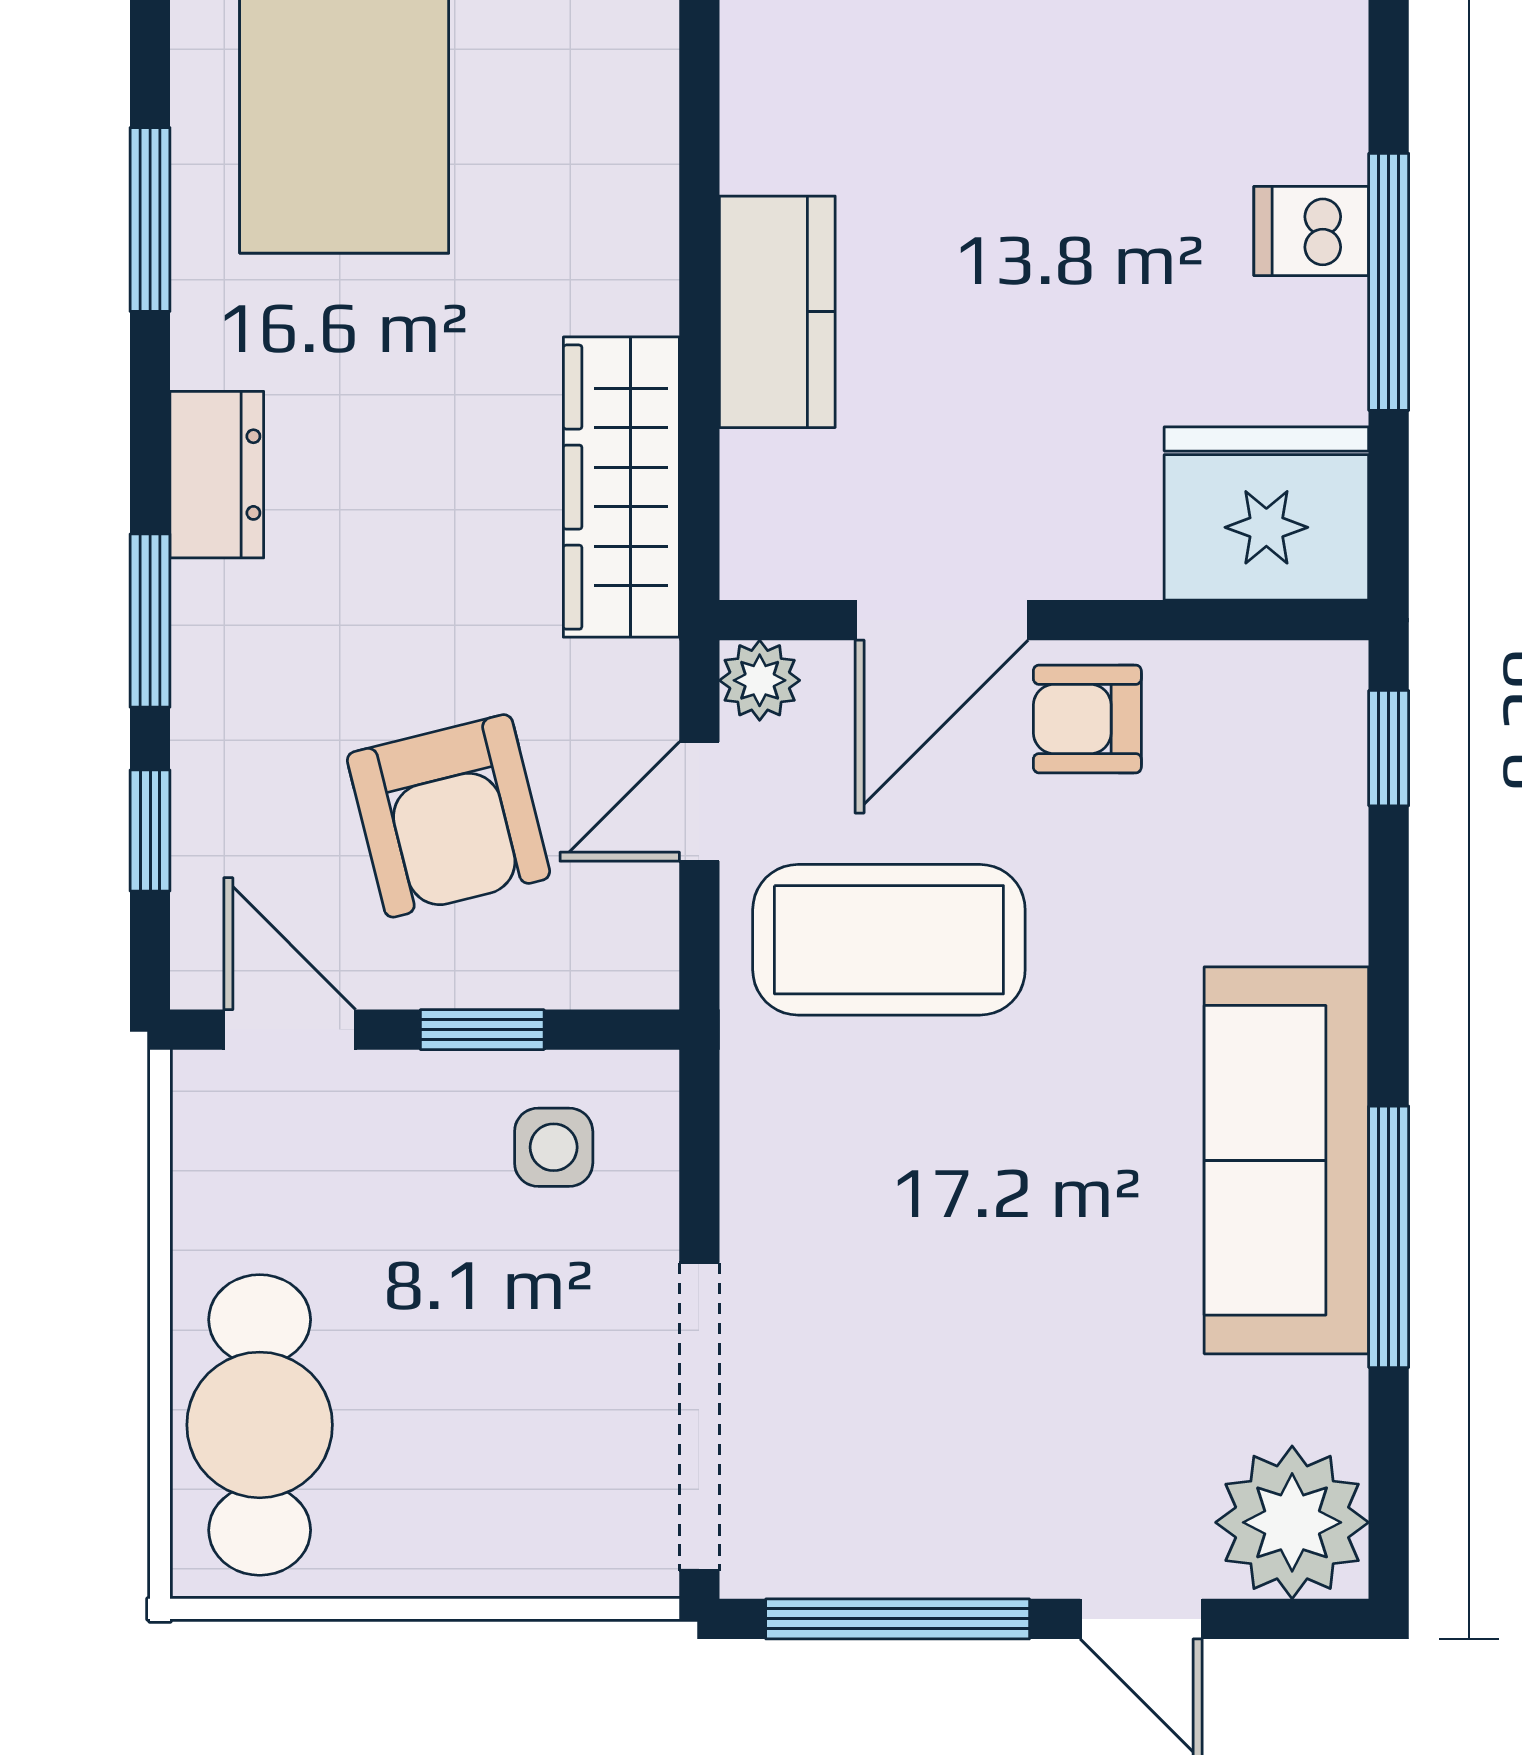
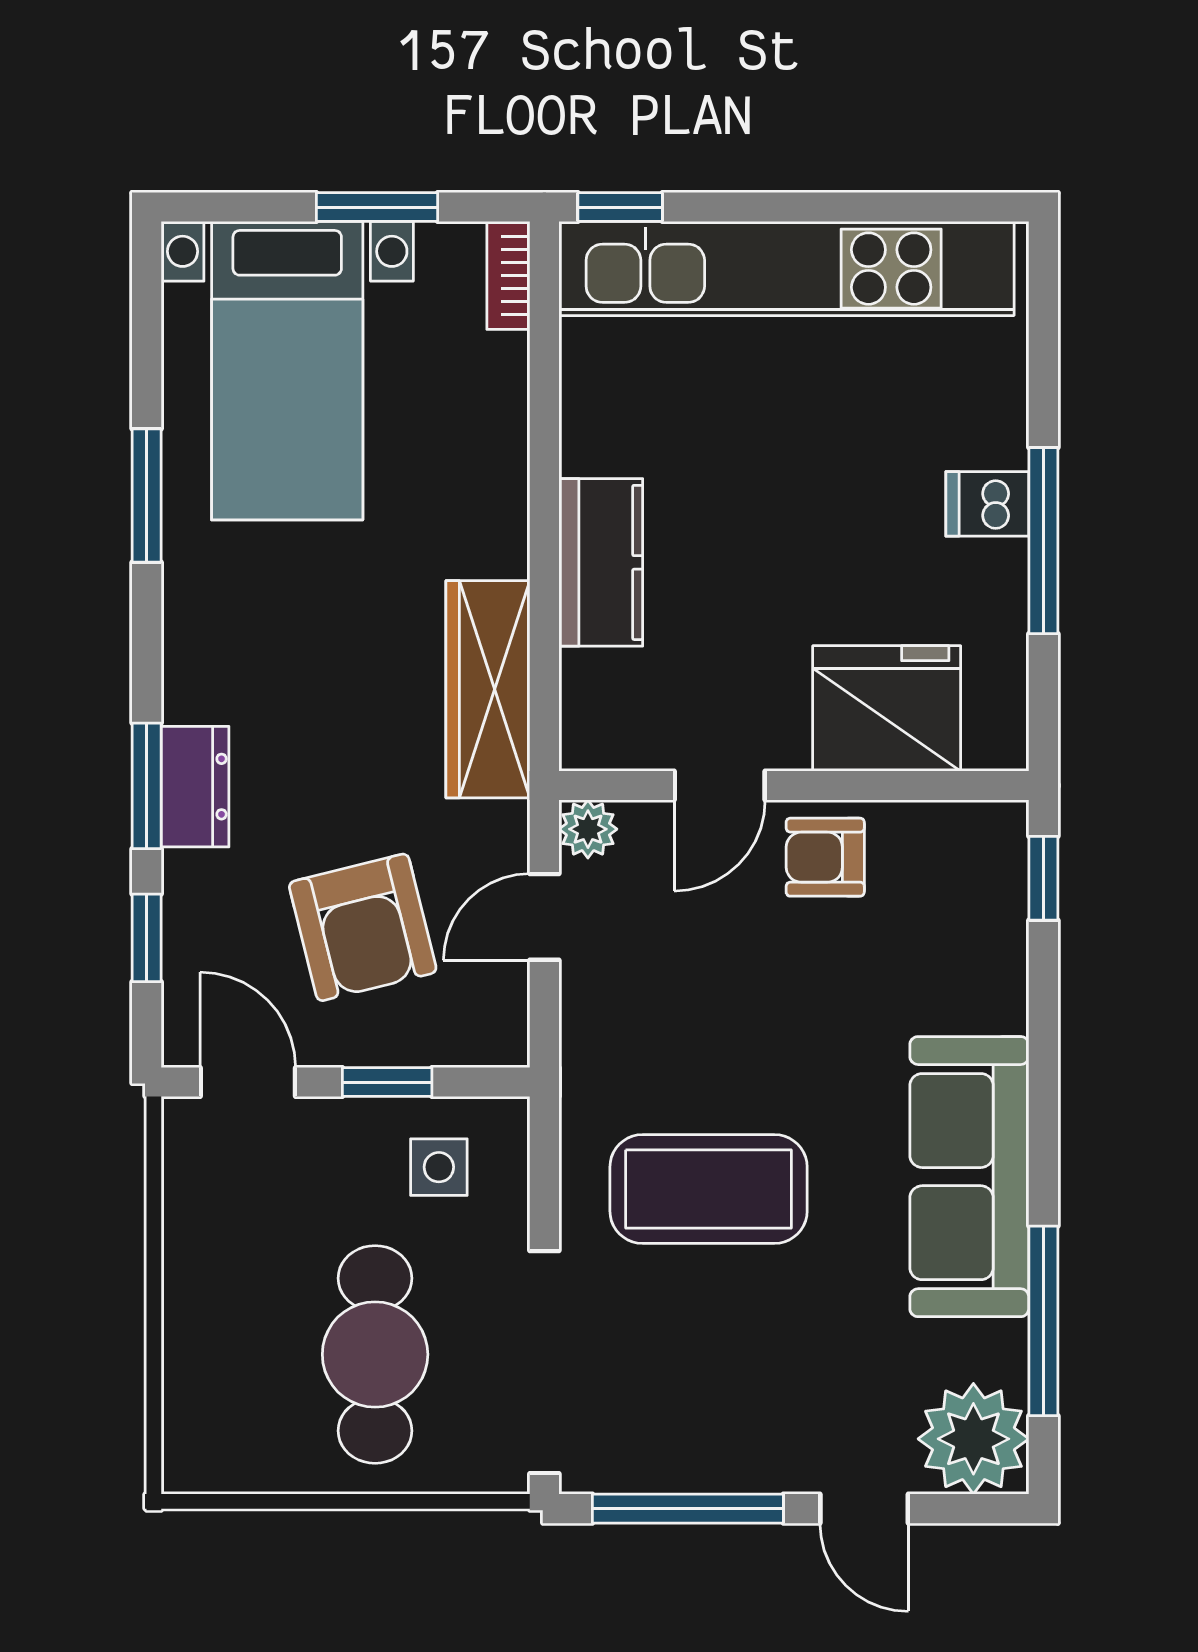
dresser: (217, 475) -> (195, 787), moved
fridge: (1266, 513) -> (887, 708), moved
door: (942, 620) -> (720, 786), width x0.73
coffee table: (889, 940) -> (709, 1189), moved
window: (1389, 1237) -> (1043, 1321), moved
cafe table: (260, 1425) -> (375, 1354), moved

